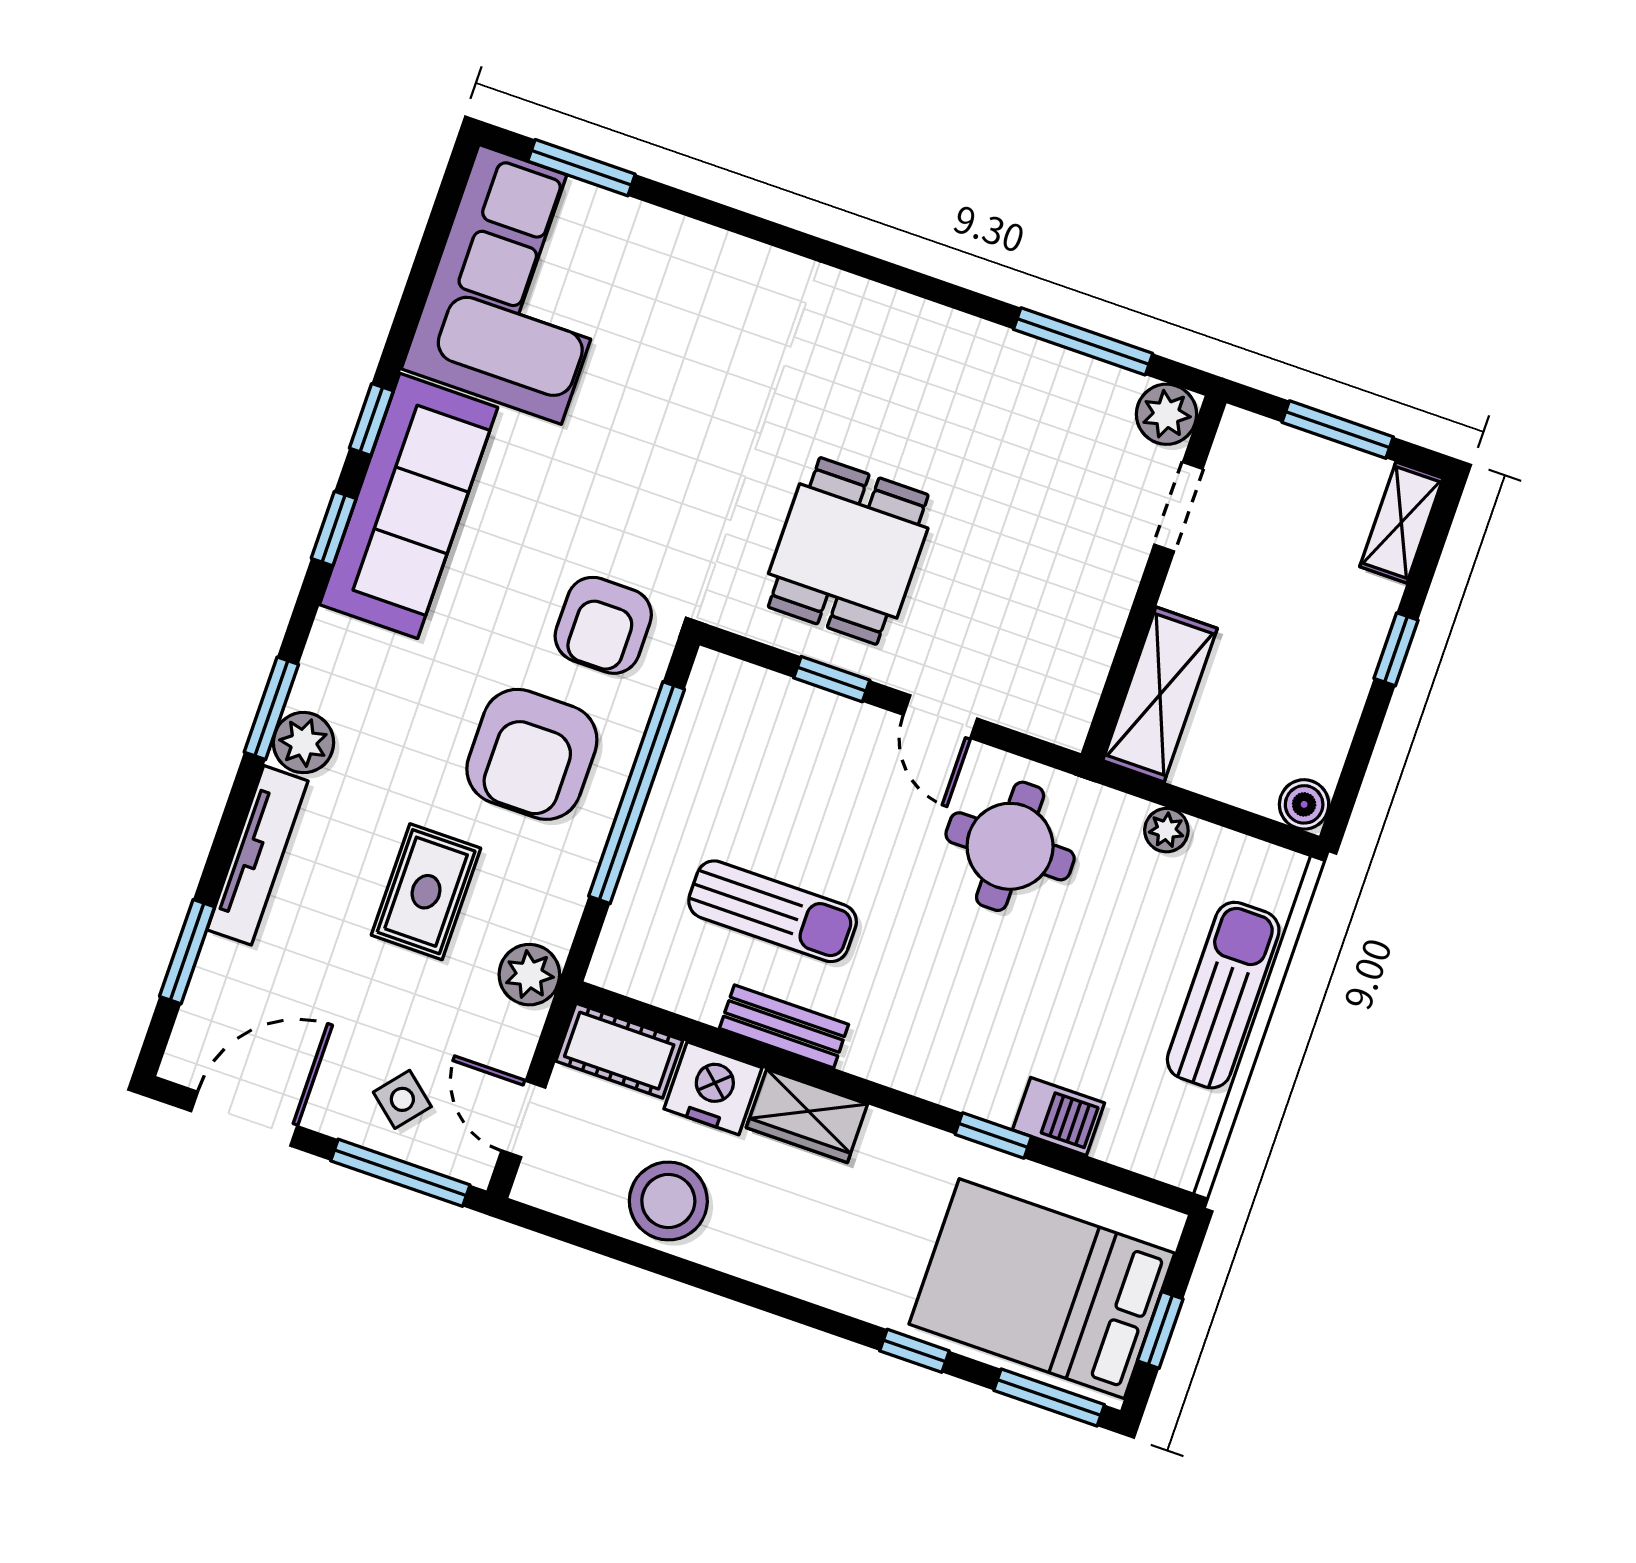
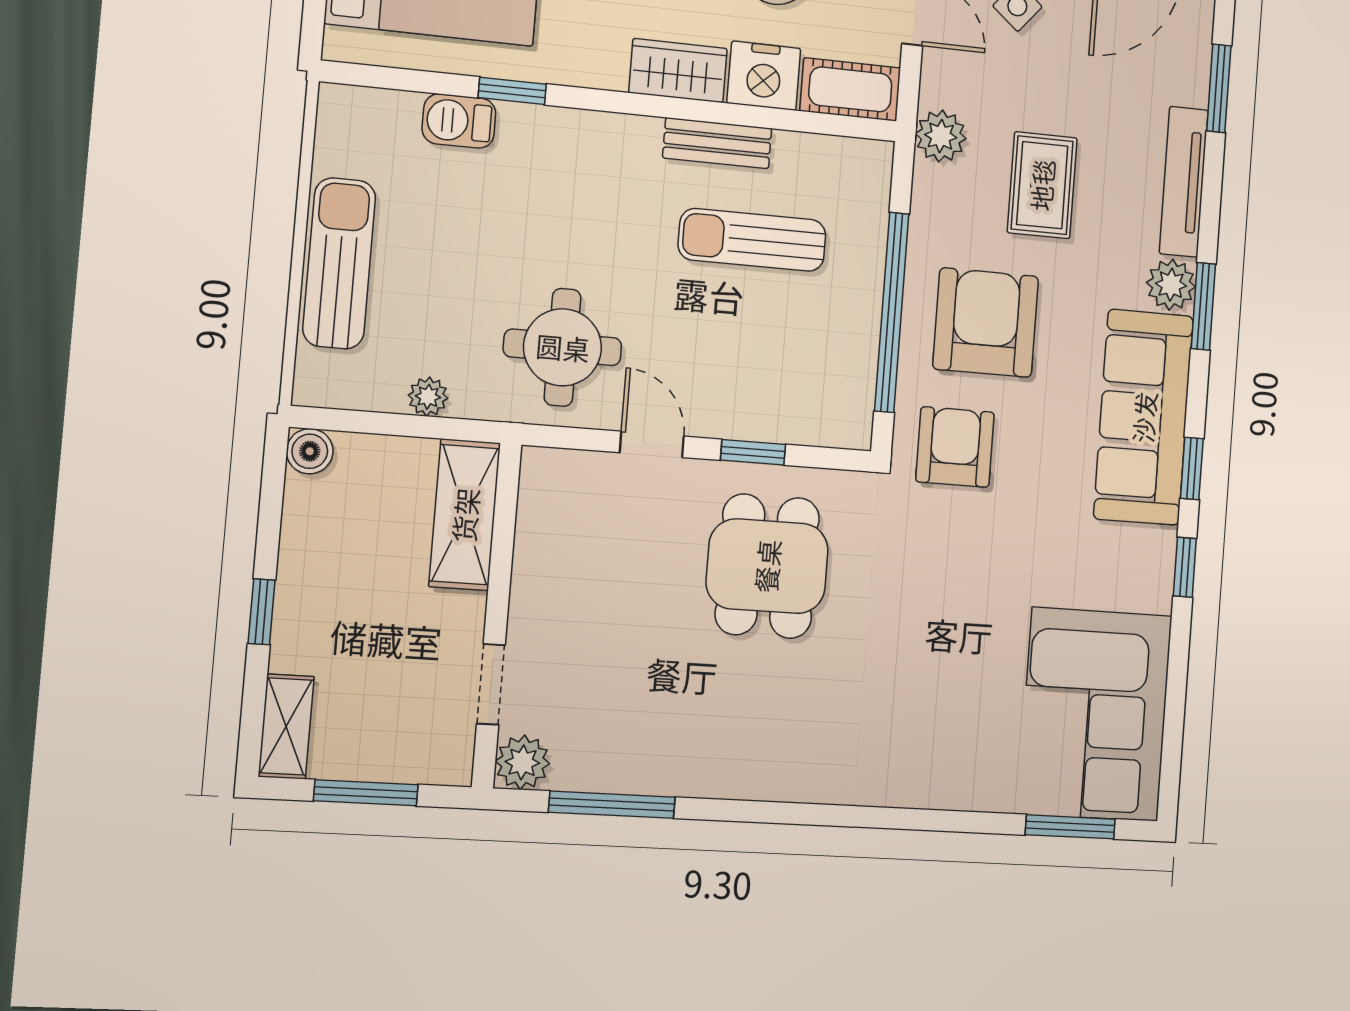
sofa: (409, 506) -> (1144, 417), moved
sun lounger: (1223, 995) -> (339, 263), turned 180

